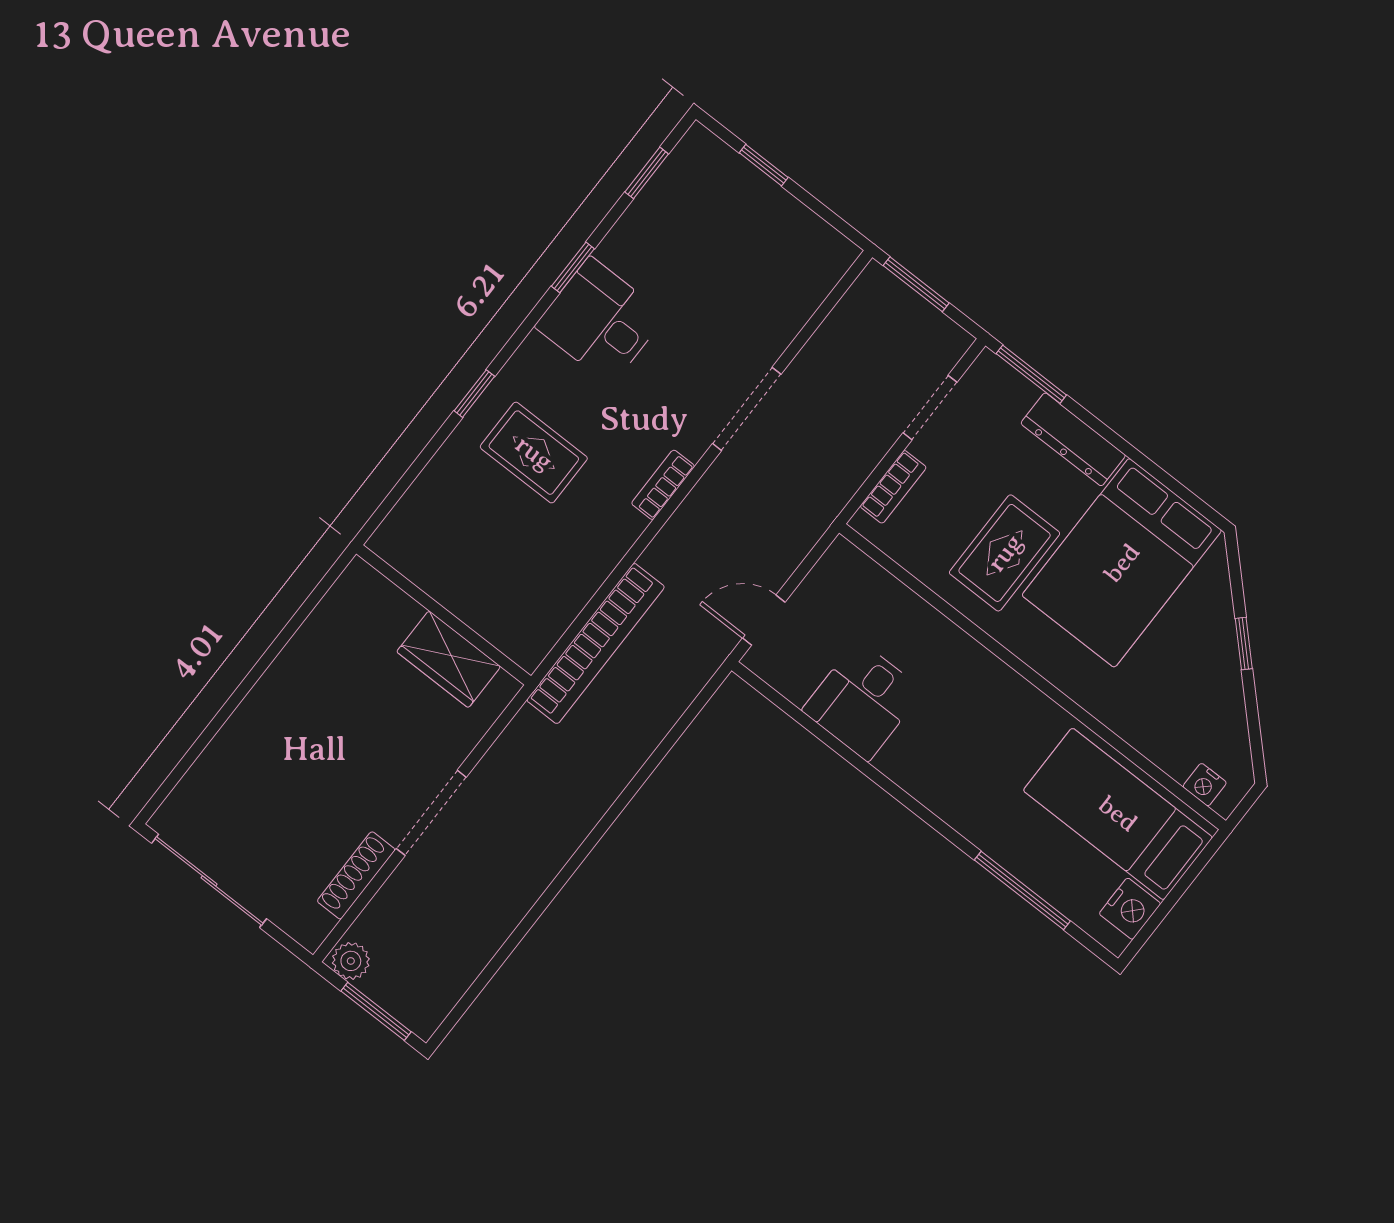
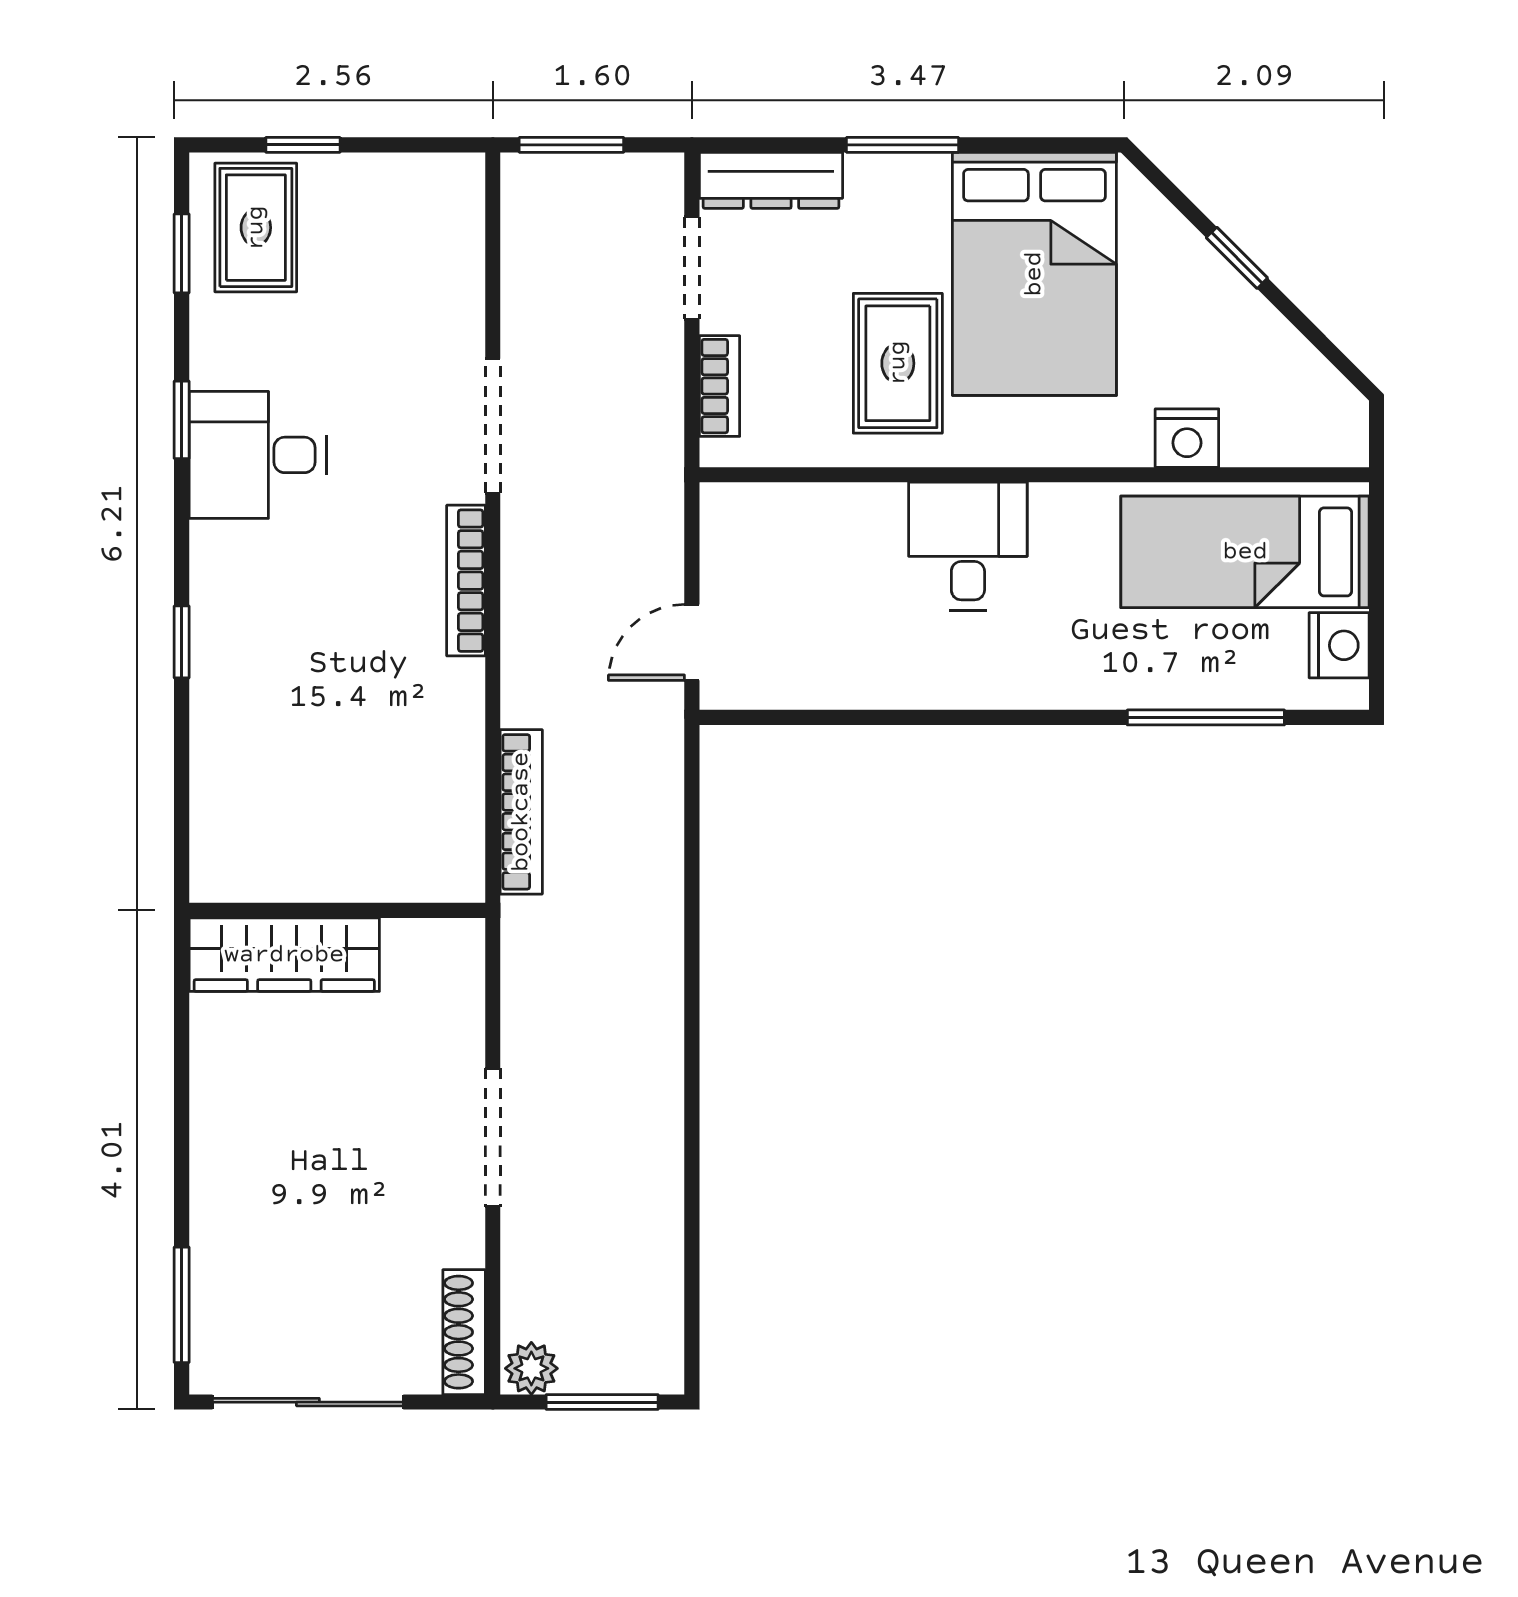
window: (1031, 374) -> (903, 145), moved
dresser: (1073, 439) -> (771, 180), moved
rug: (534, 453) -> (256, 228), moved, turned 90
bookcase: (663, 485) -> (466, 581), width x1.56
bookcase: (596, 644) -> (521, 812), width x0.68, depth x0.76
wardrobe: (449, 659) -> (284, 955), moved, width x1.50
desk: (863, 701) -> (968, 546), moved, turned 180
window: (180, 770) -> (182, 1305), added
nightstand: (1205, 785) -> (1187, 438), moved, width x1.39, depth x1.35
shoe rack: (356, 875) -> (464, 1332), moved

